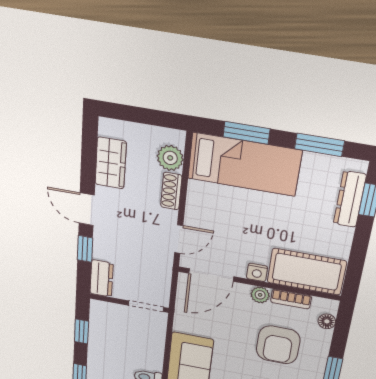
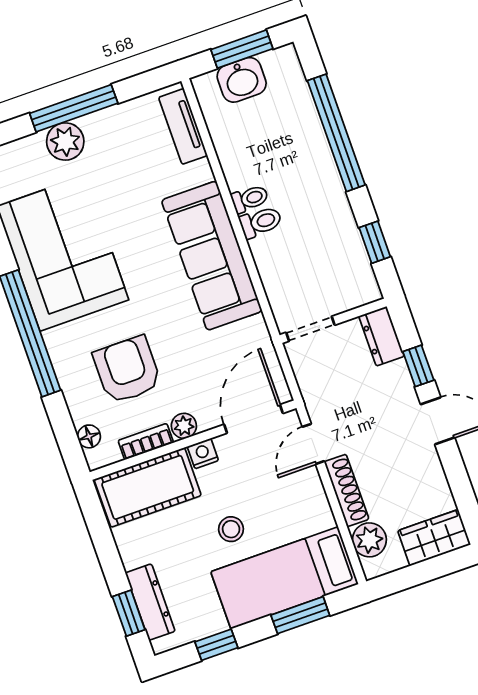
window: (319, 145) -> (216, 645), width x0.67
wardrobe: (111, 163) -> (434, 538), moved, turned 90
shoe rack: (171, 191) -> (346, 490), width x1.43
stool: (264, 216) -> (231, 529), added

